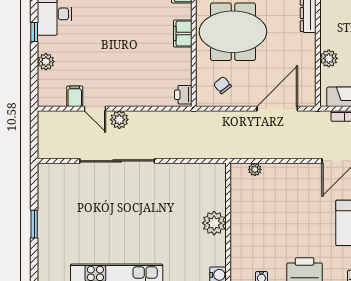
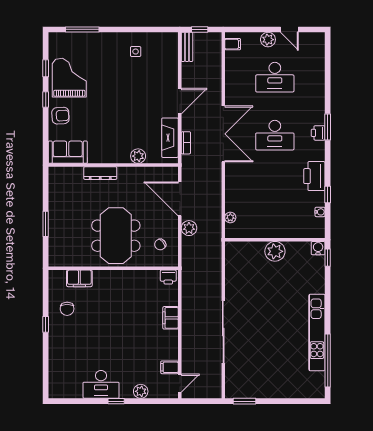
filing cabinet: (183, 34) -> (171, 318), moved, turned 90
door: (95, 109) -> (180, 383), moved
plant: (119, 120) -> (189, 228), moved
window: (34, 224) -> (244, 401), moved

